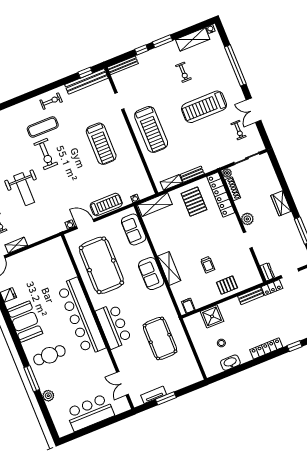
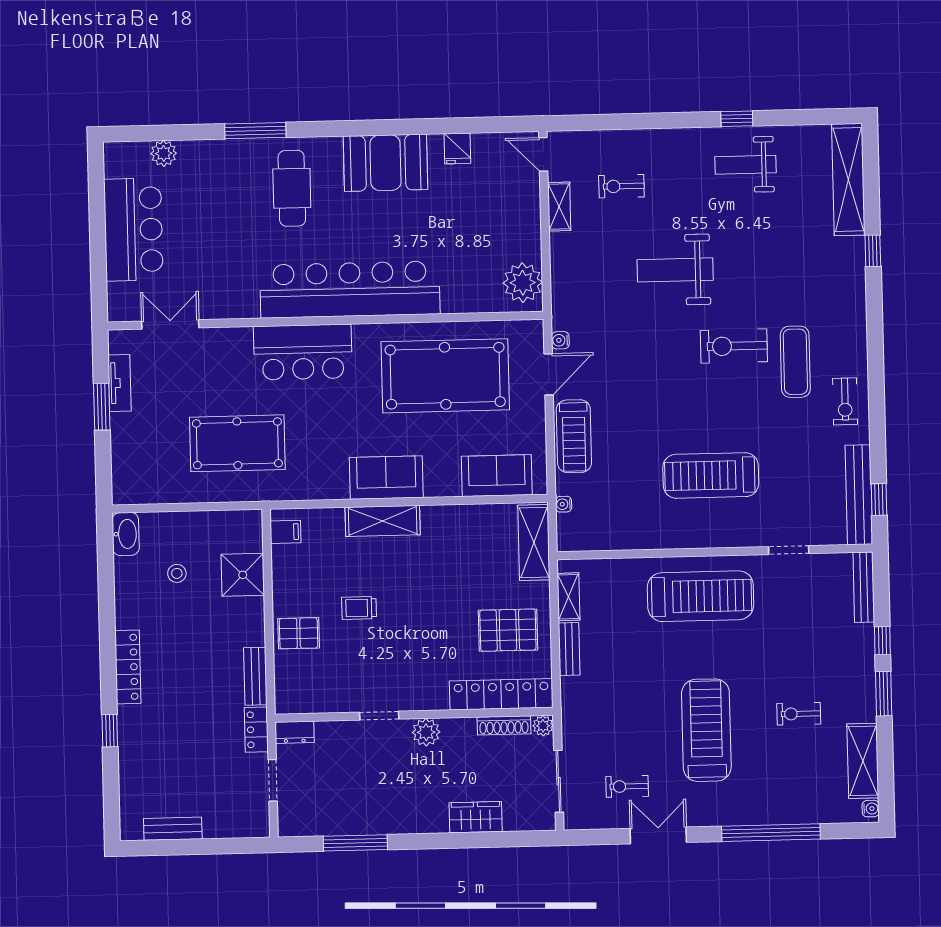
treadmill: (151, 129) -> (701, 596), turned 180
wardrobe: (281, 203) -> (476, 817), moved
plant: (52, 248) -> (523, 283), added
pallet: (227, 285) -> (299, 633), turned 90
washbasin: (230, 363) -> (126, 534), moved
plant: (48, 396) -> (164, 153), moved

